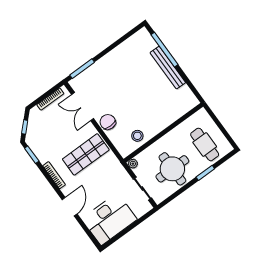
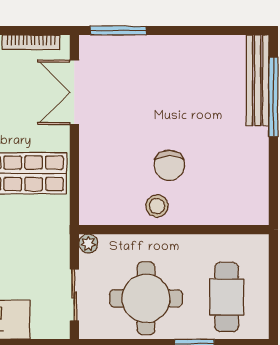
bench: (168, 68) -> (258, 80), moved
chair: (108, 122) -> (169, 165), moved, turned 180
stool: (137, 136) -> (157, 206), moved

